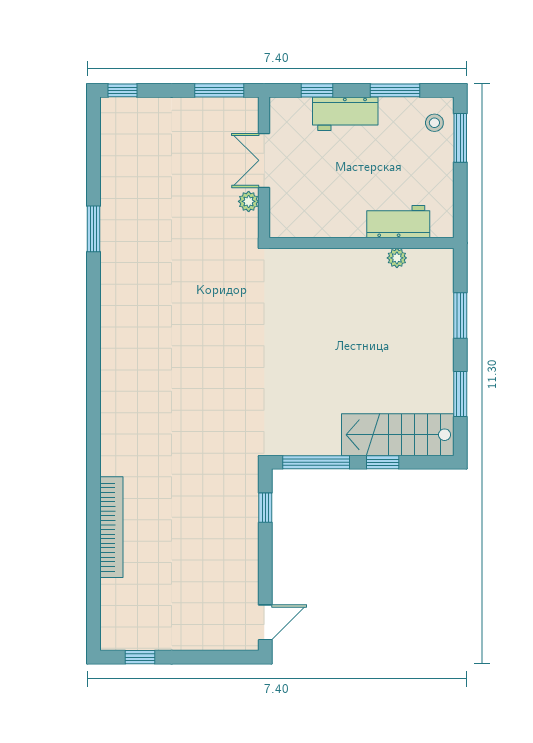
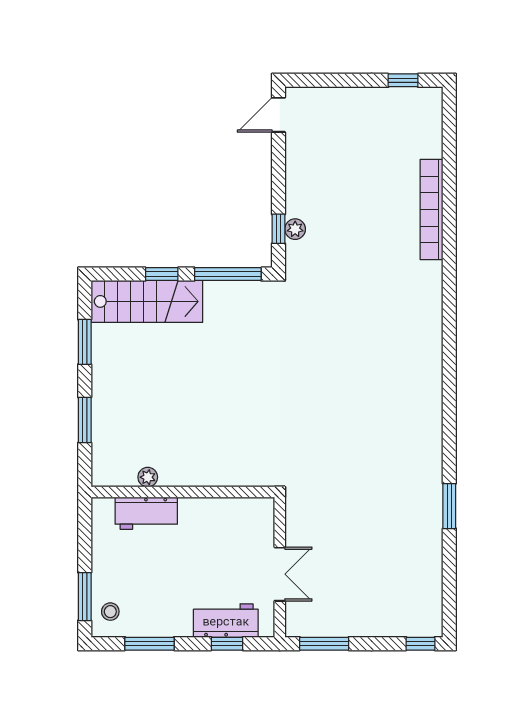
workbench: (345, 114) -> (226, 621), moved
plant: (249, 201) -> (295, 229), moved

